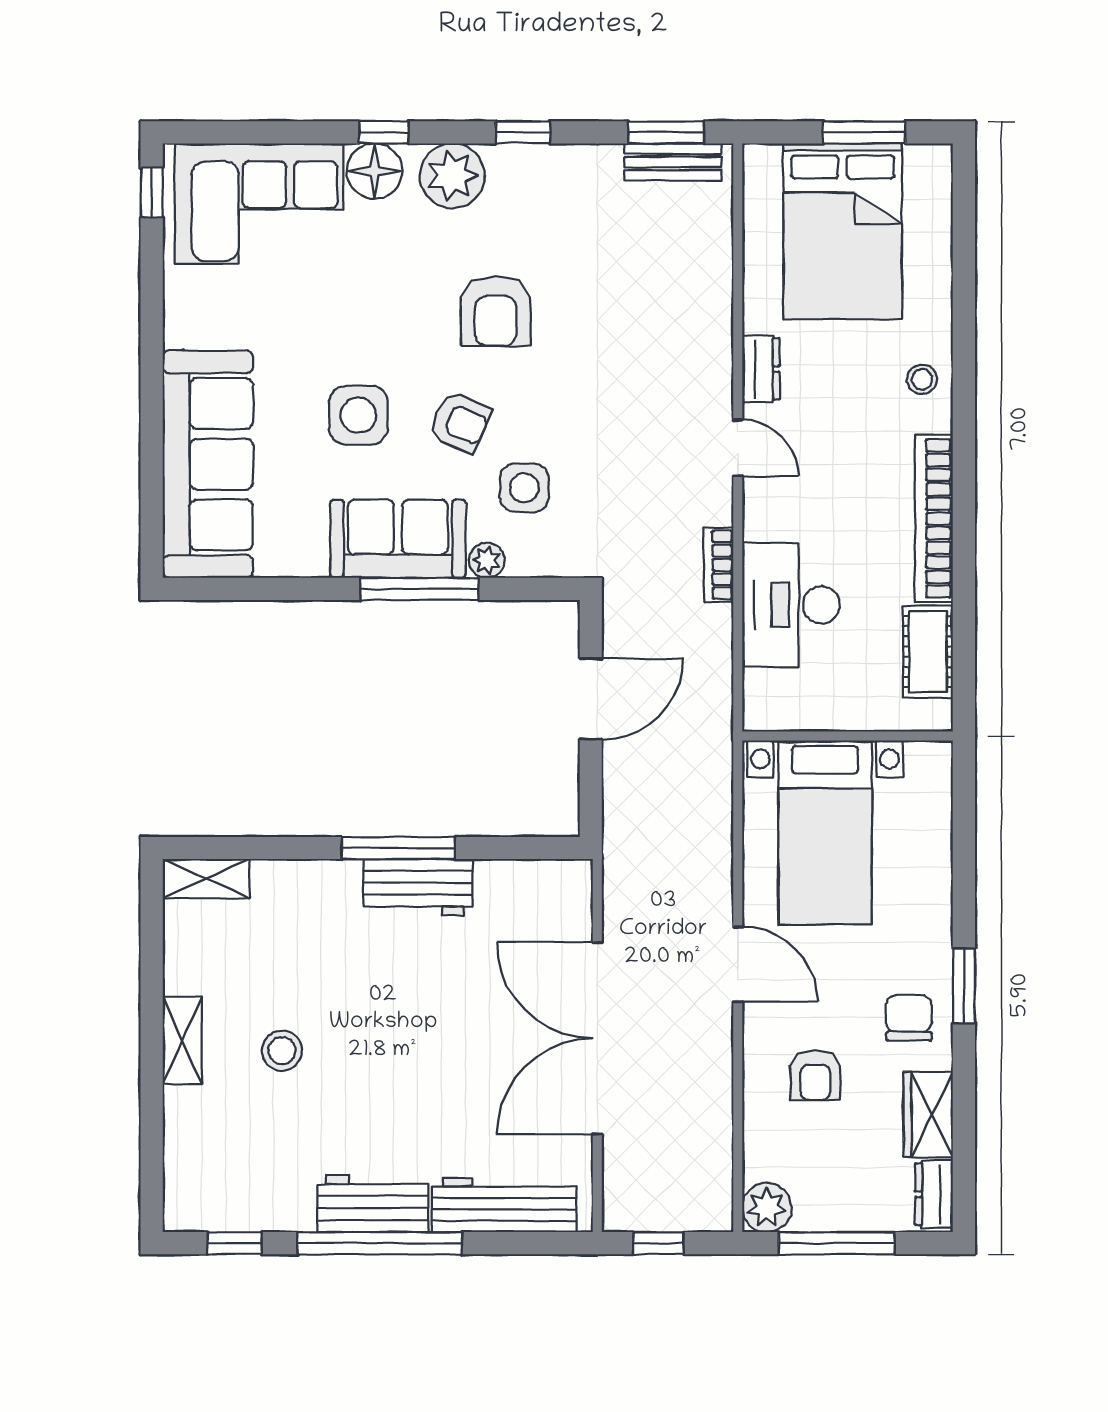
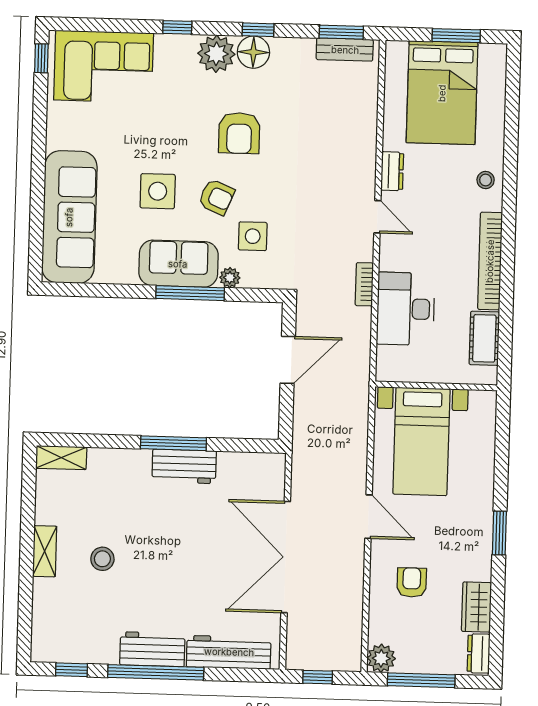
floor lamp: (375, 171) -> (253, 52), moved
chair: (909, 1018) -> (467, 551), removed
armchair: (815, 1075) -> (412, 582), turned 180

